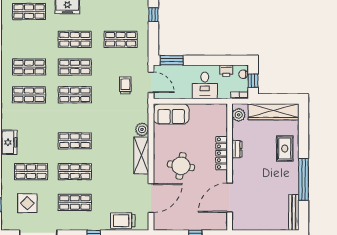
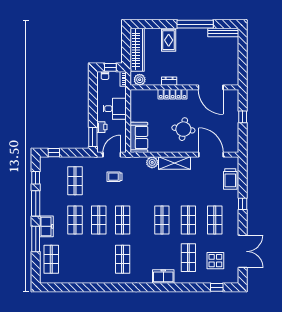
shop shelf: (29, 67) -> (99, 259), removed
printer: (226, 71) -> (102, 127), moved
rug: (285, 149) -> (169, 40), turned 90

